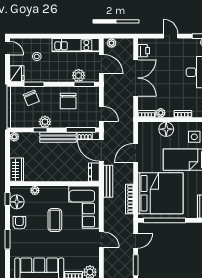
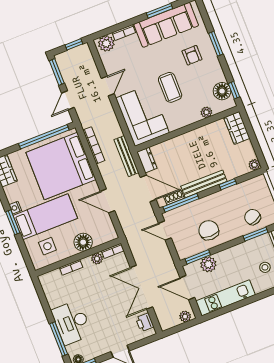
plant: (45, 122) -> (226, 196), removed
door: (136, 153) -> (108, 201), swing flipped
armchair: (19, 223) -> (192, 55), moved
door: (101, 240) -> (108, 86), swing flipped

